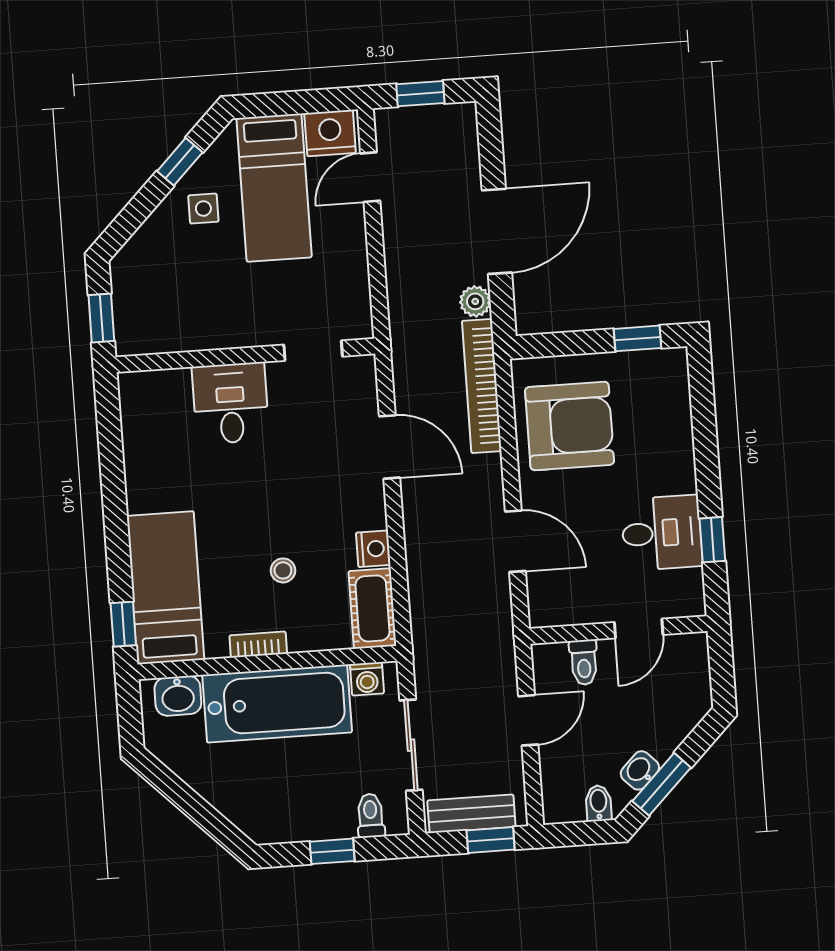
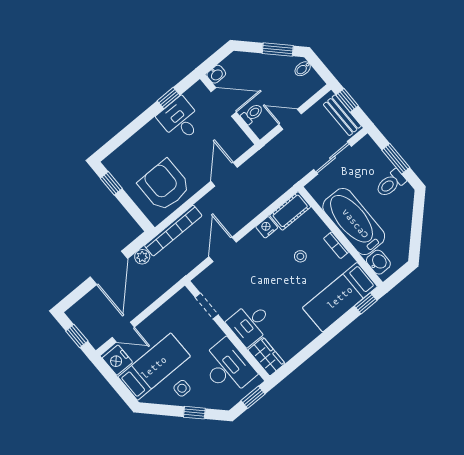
window: (180, 162) -> (194, 413), moved
door: (497, 231) -> (109, 268), swing flipped
desk: (183, 311) -> (227, 367), added
wardrobe: (154, 390) -> (266, 357), added
door: (639, 629) -> (224, 102), width x1.38
washing machine: (367, 679) -> (319, 193), removed
washbasin: (640, 770) -> (216, 74), moved, turned -45
toilet: (371, 816) -> (391, 183), moved, width x1.37, depth x1.39
window: (332, 851) -> (396, 159), width x1.50

